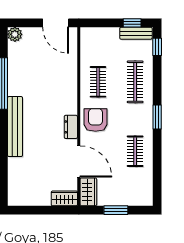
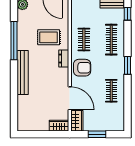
rug: (50, 79) -> (49, 37), added
armchair: (96, 120) -> (82, 68), turned 90
dresser: (71, 127) -> (64, 59), moved

